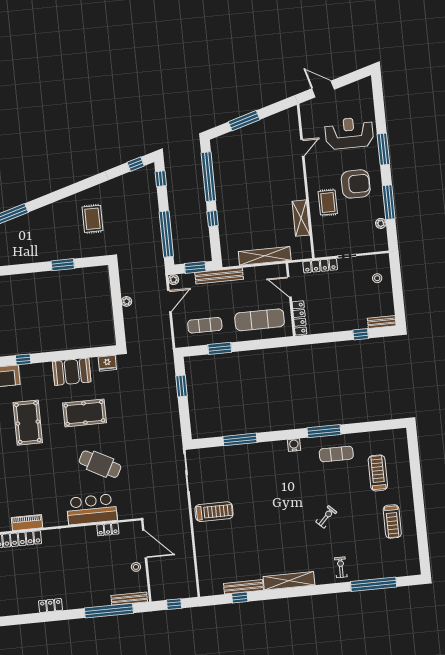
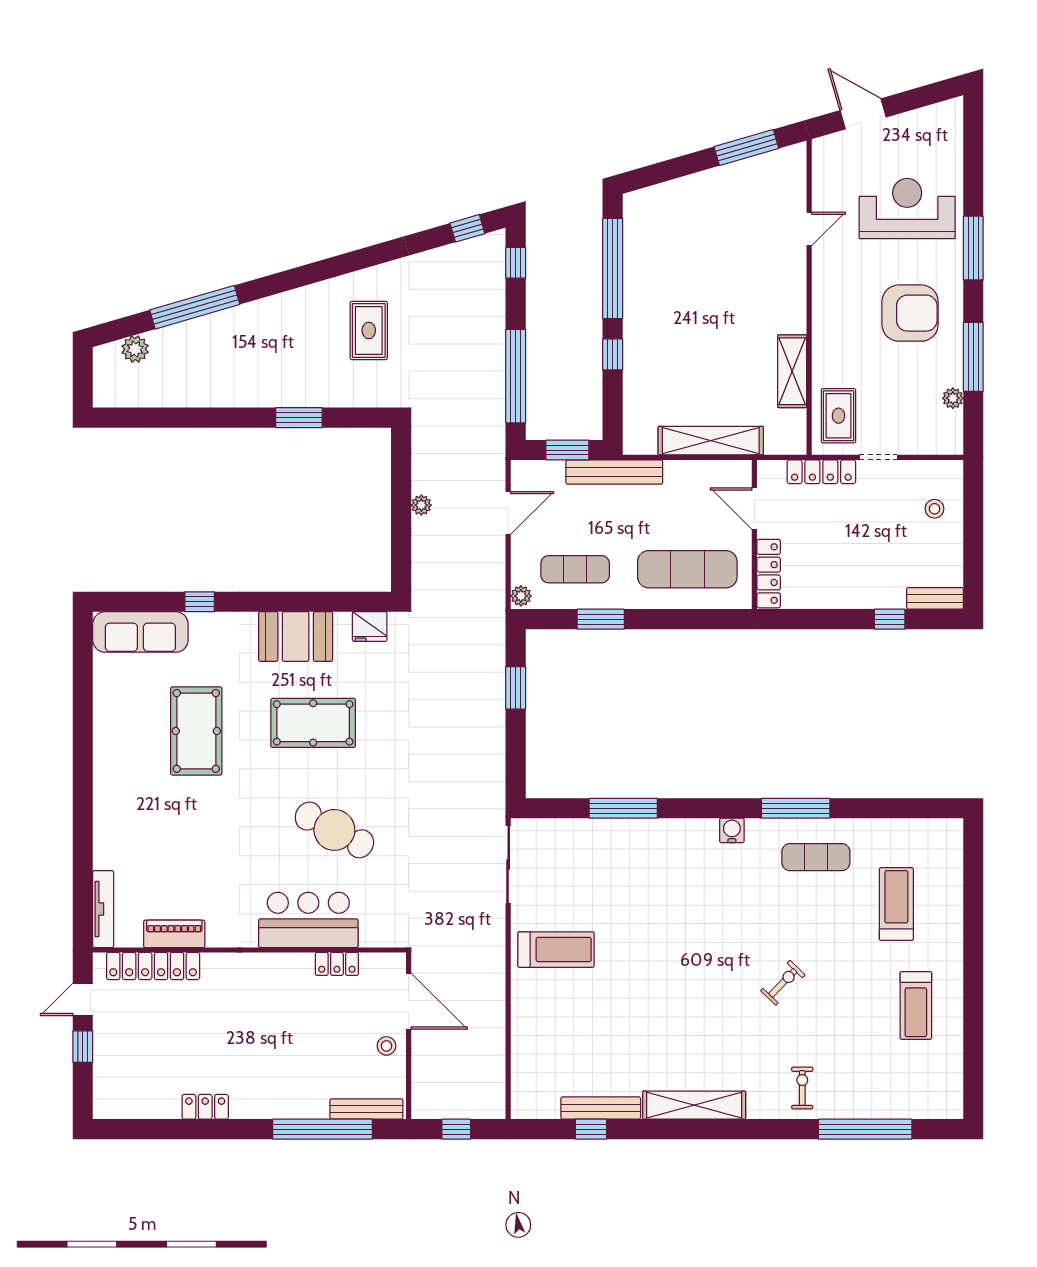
window: (244, 121) -> (746, 148), moved
rug: (328, 203) -> (838, 416), moved
plant: (174, 280) -> (521, 596), moved

